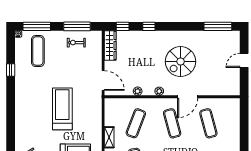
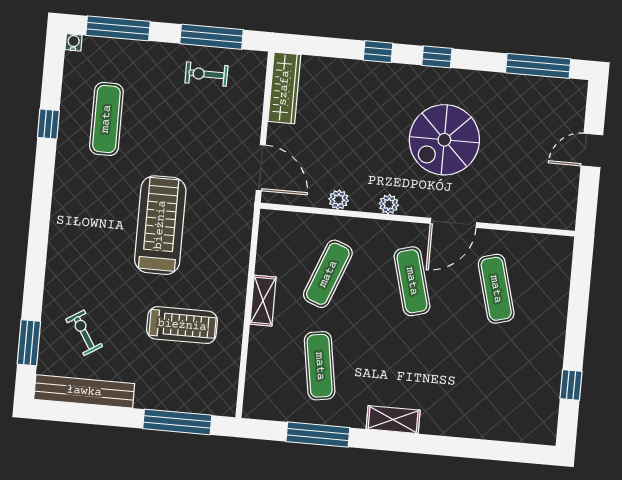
window: (123, 26) -> (437, 57), moved
exercise mat: (38, 51) -> (106, 119), moved

